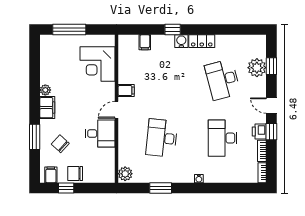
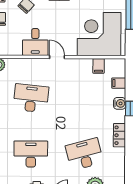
water cooler: (181, 41) -> (120, 103), moved
corner desk: (98, 64) -> (99, 34), width x1.36, depth x1.36
filing cabinet: (126, 91) -> (99, 66), moved

